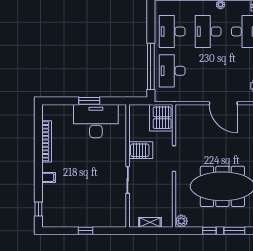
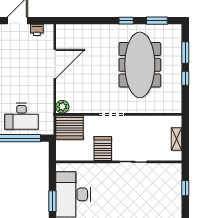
plant: (181, 221) -> (62, 107), moved
window: (85, 231) -> (185, 188), moved

